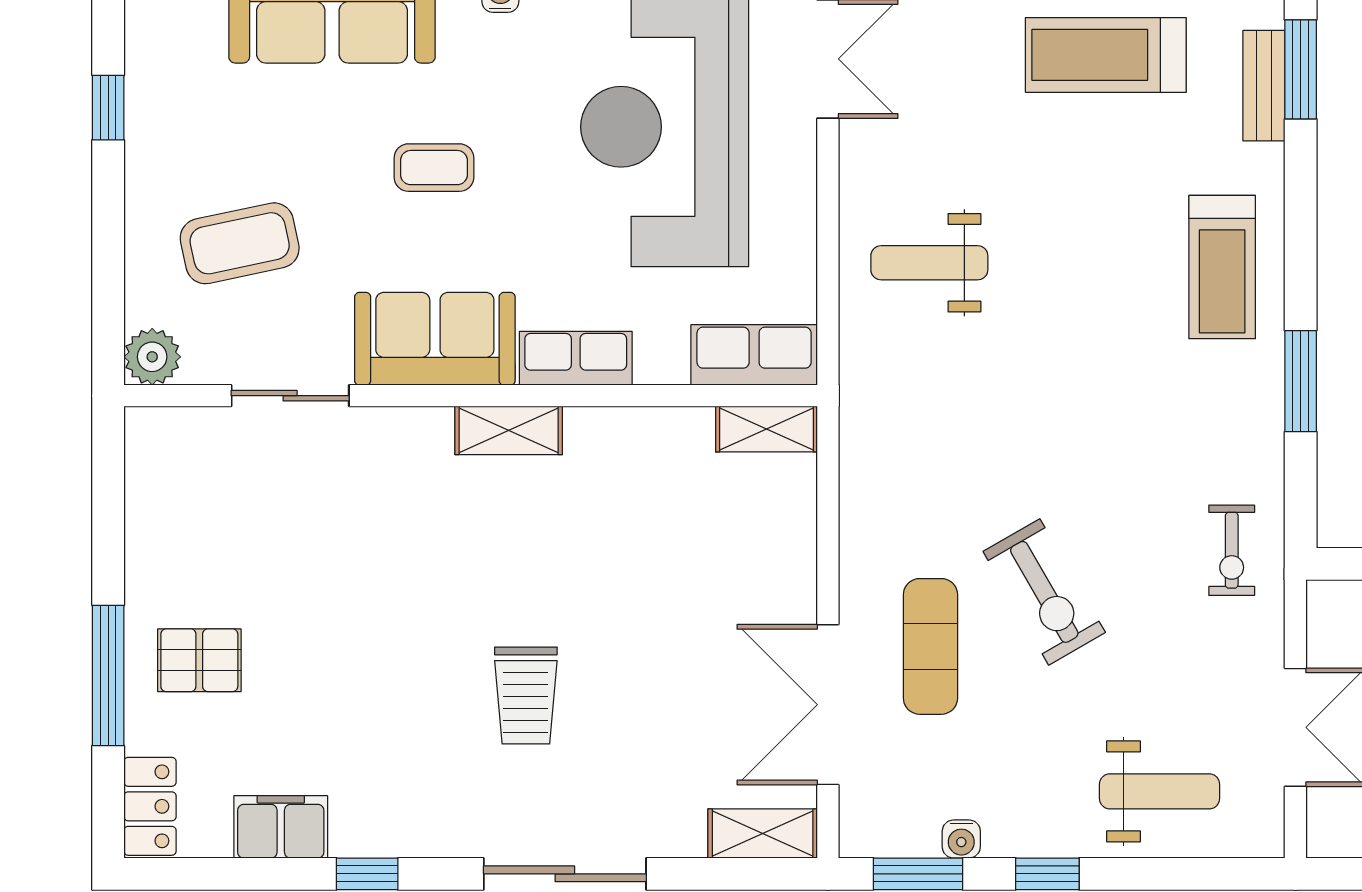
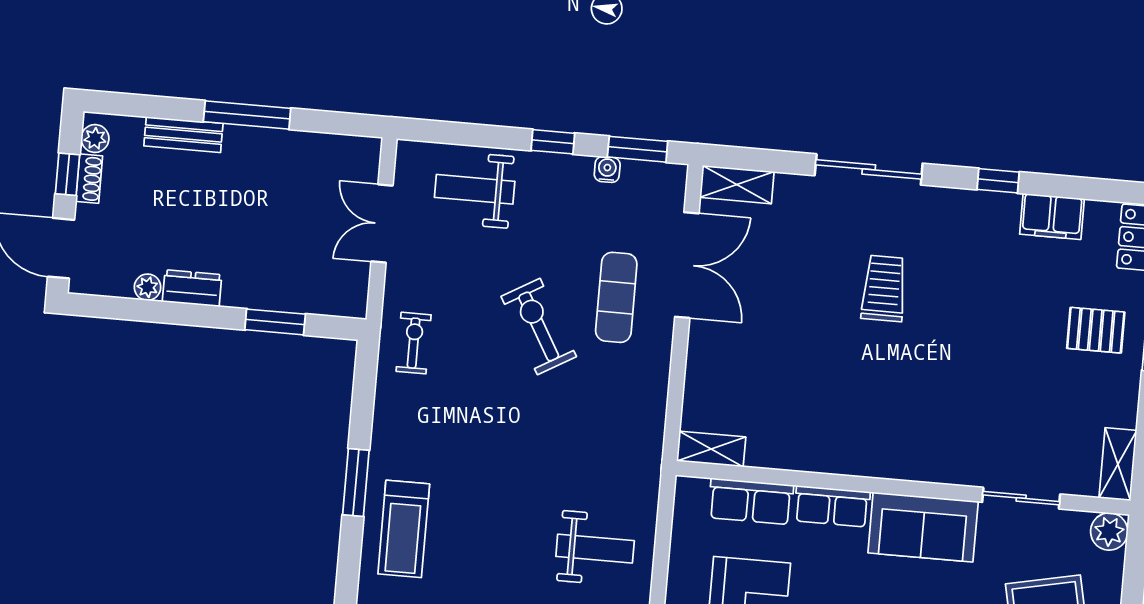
treadmill: (1222, 267) -> (404, 529), turned 180
row of seats: (754, 355) -> (751, 501), moved
window: (1301, 381) -> (356, 483), moved
shelving: (509, 430) -> (1118, 464), moved, turned 90

